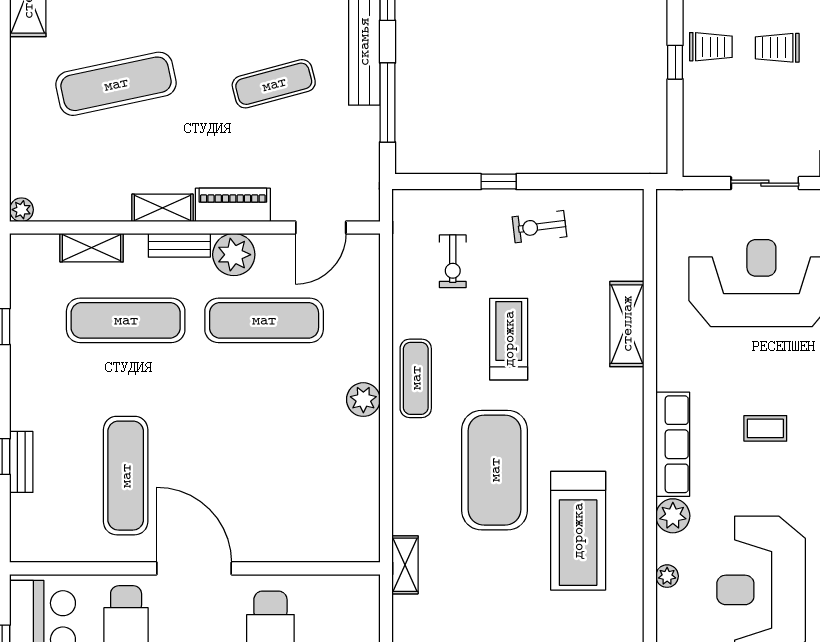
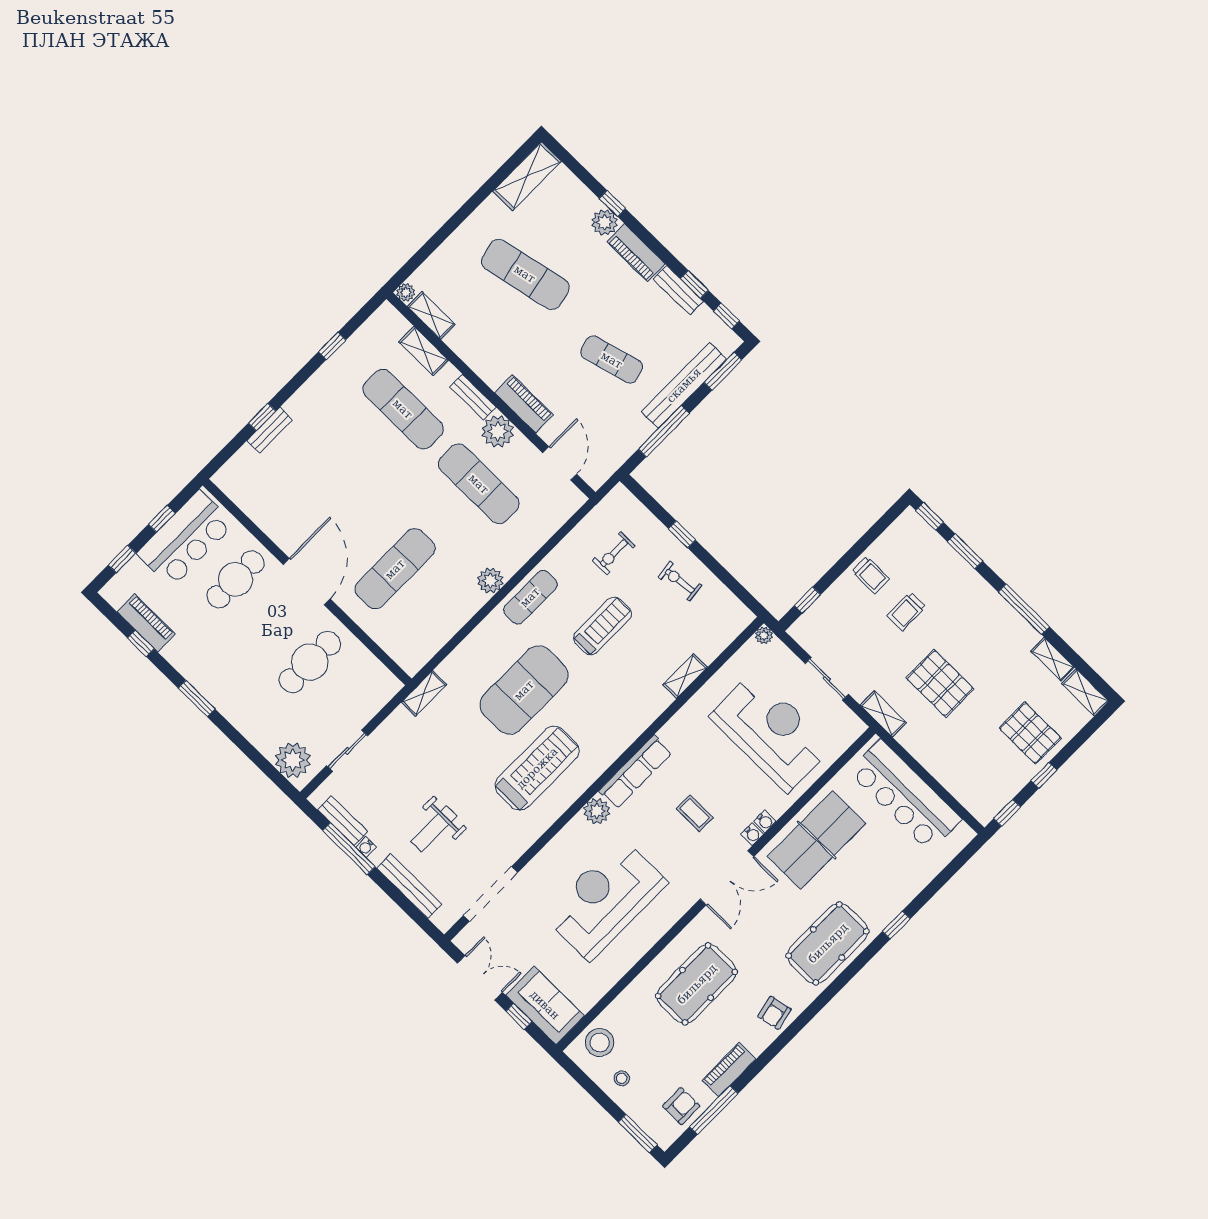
trolley: (777, 48) -> (906, 611), turned -90
window: (675, 62) -> (807, 600), moved
shelving: (163, 208) -> (431, 316), moved
door: (321, 228) -> (560, 463), swing flipped
shelving: (627, 324) -> (685, 676), width x0.67, depth x0.75
exercise mat: (126, 476) -> (395, 569), moved
treadmill: (578, 531) -> (537, 768), turned 180
plant: (667, 576) -> (764, 635), moved

